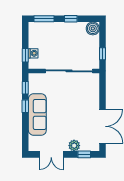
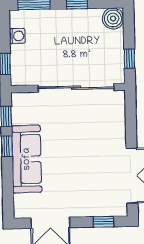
washing machine: (33, 53) -> (17, 36), moved
plant: (74, 146) -> (87, 208), removed

